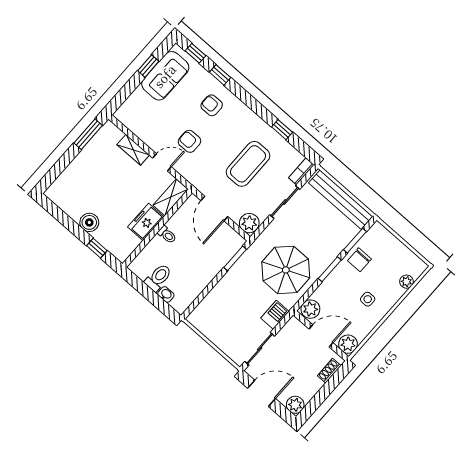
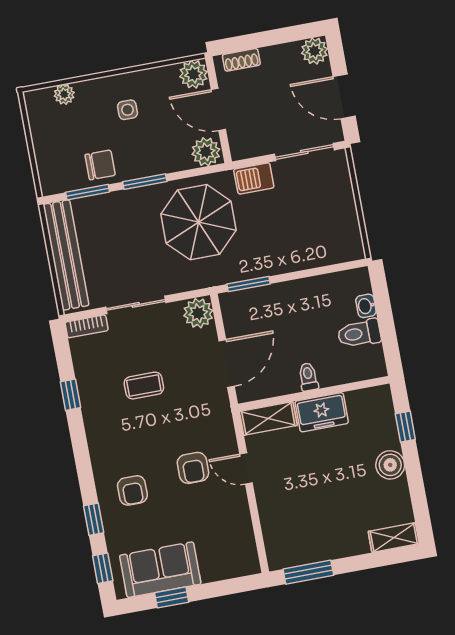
shelving: (133, 150) -> (394, 538), moved, turned 90
coffee table: (248, 164) -> (144, 386), width x0.54, depth x0.58

